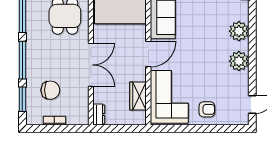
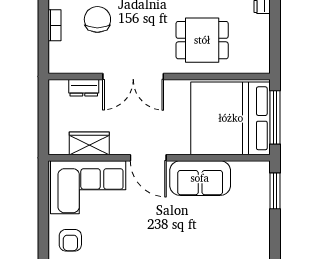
chair: (50, 90) -> (97, 19), turned 180
dresser: (99, 115) -> (84, 88), moved

